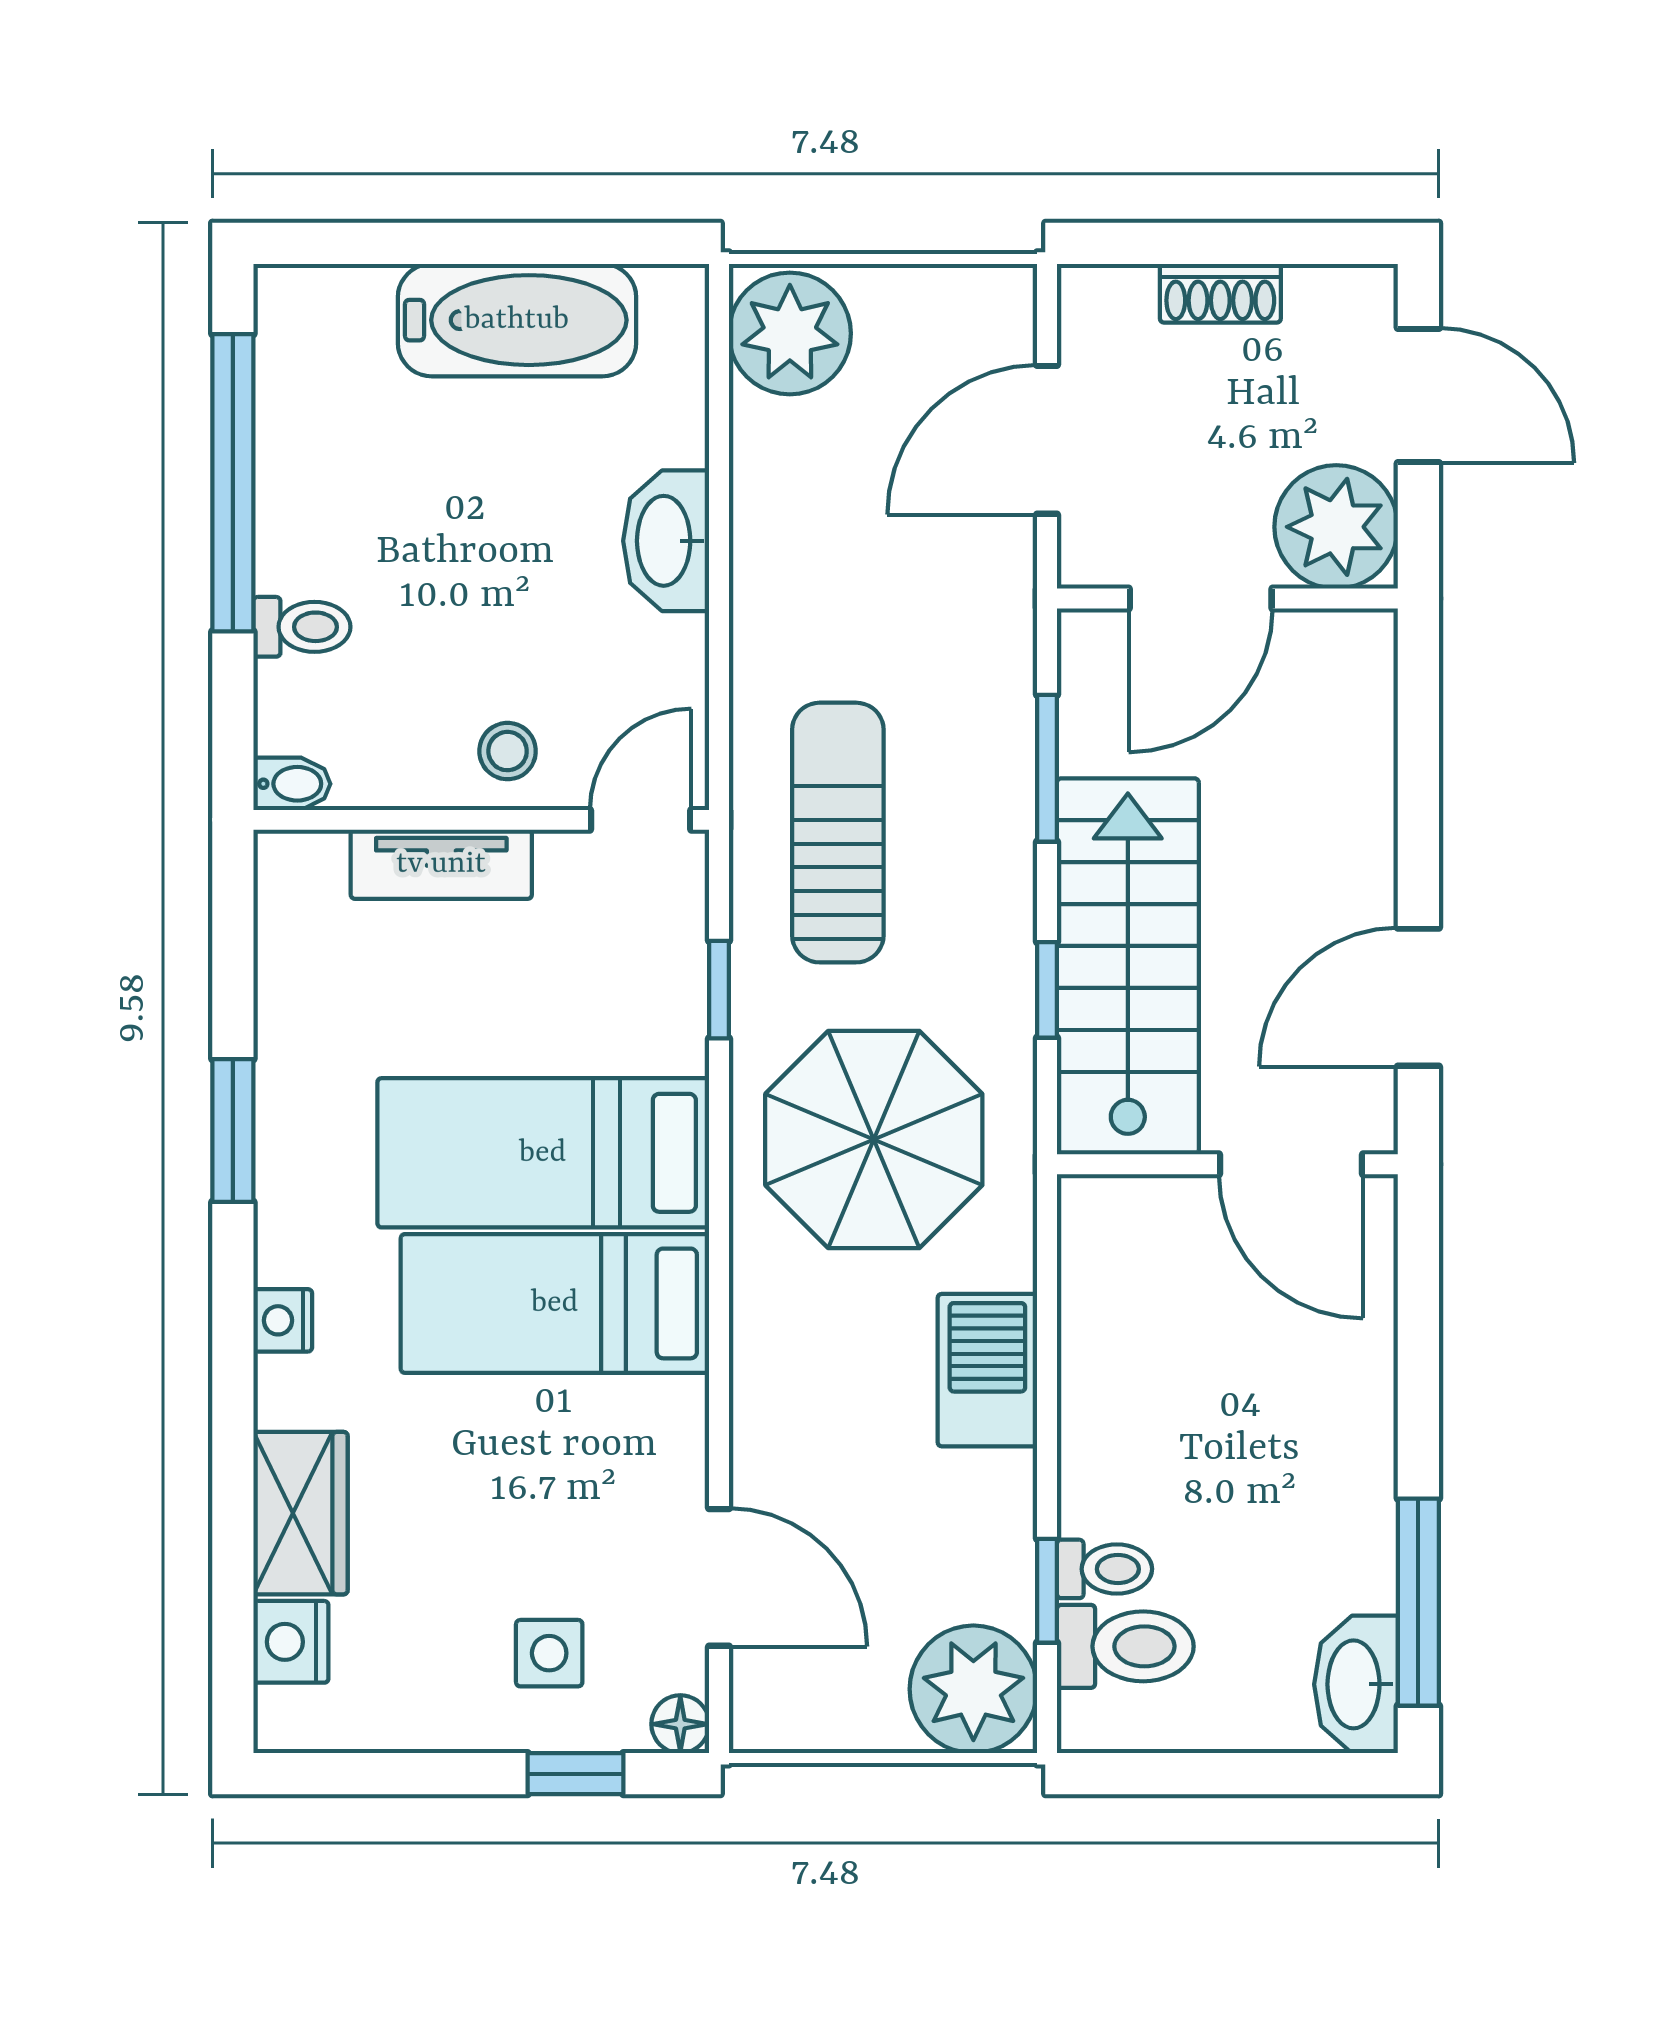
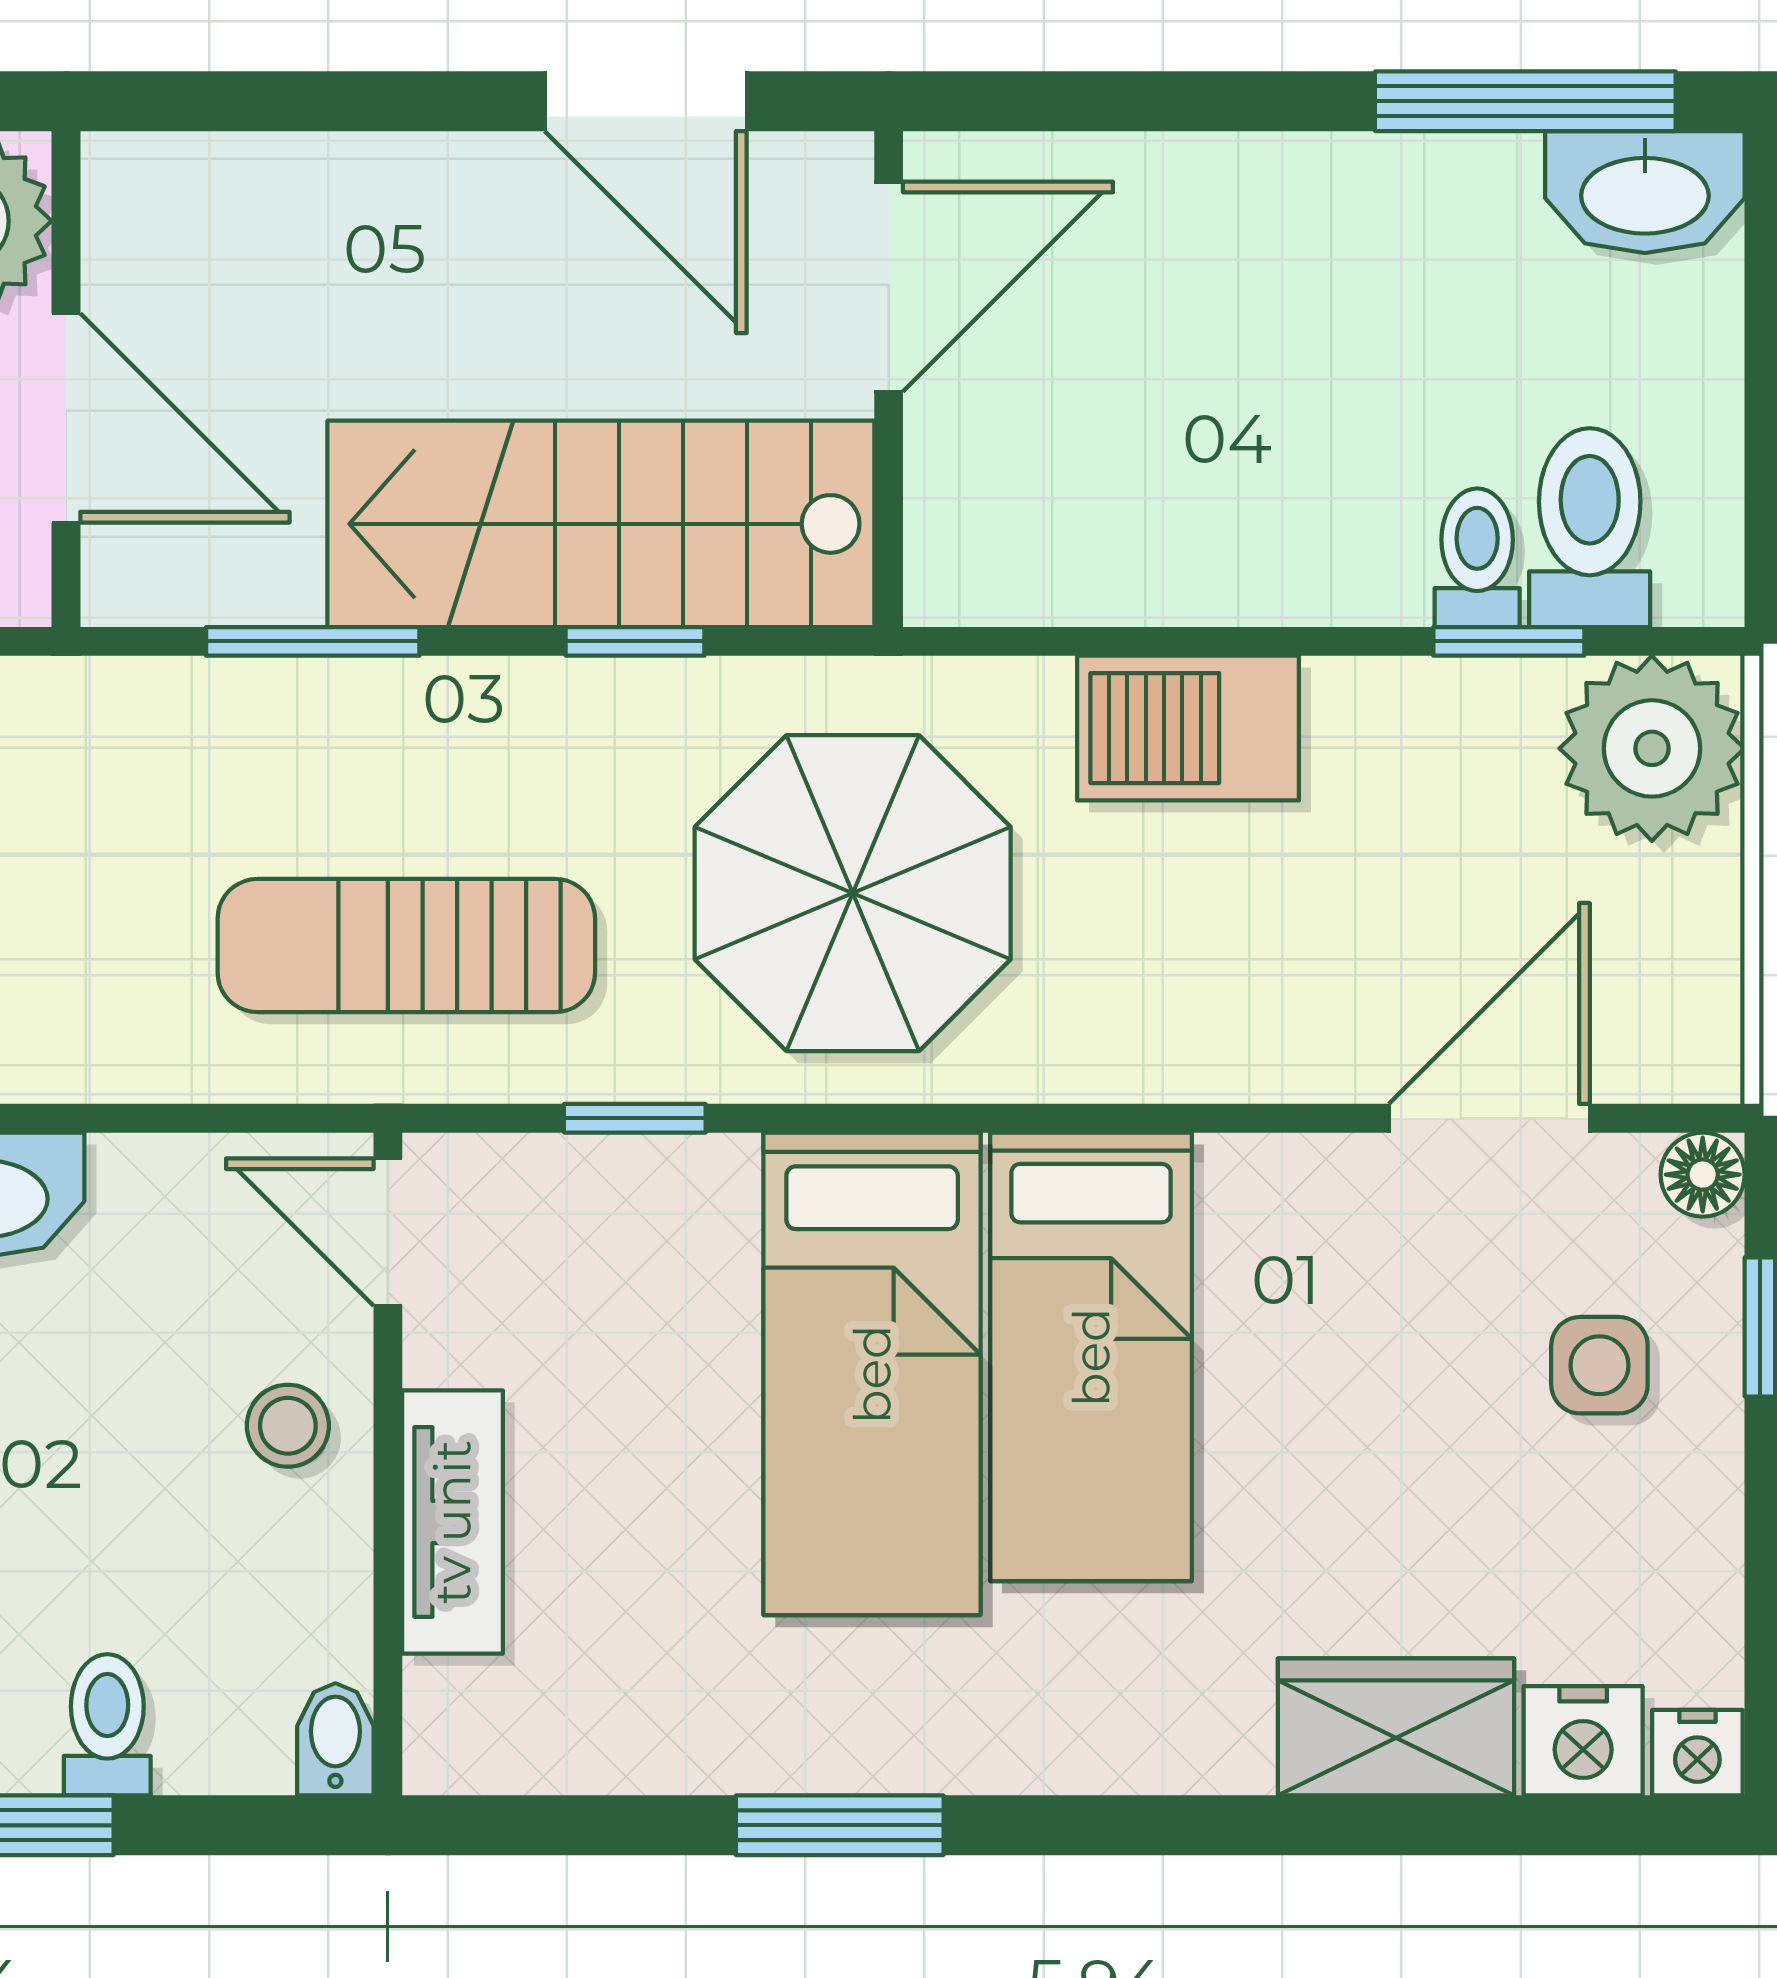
nightstand: (283, 1320) -> (1697, 1753), moved

